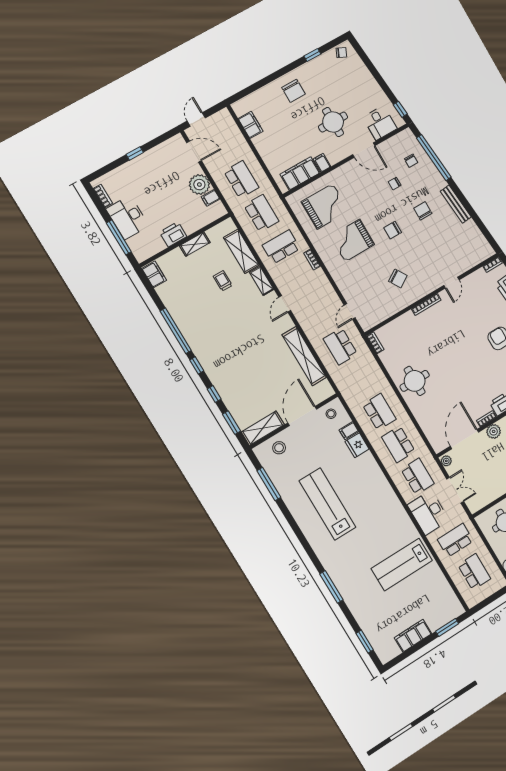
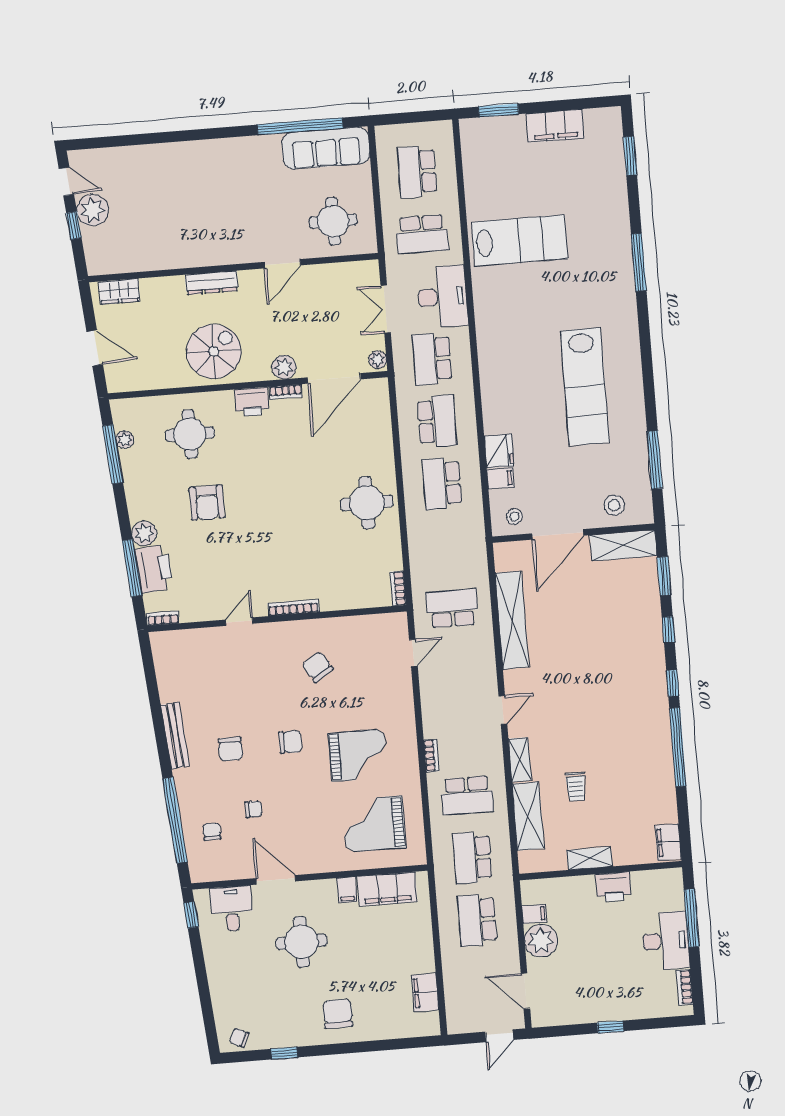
school desk: (340, 346) -> (452, 608), turned -90

